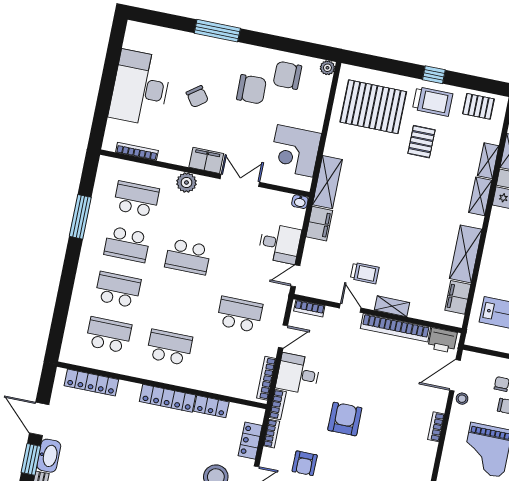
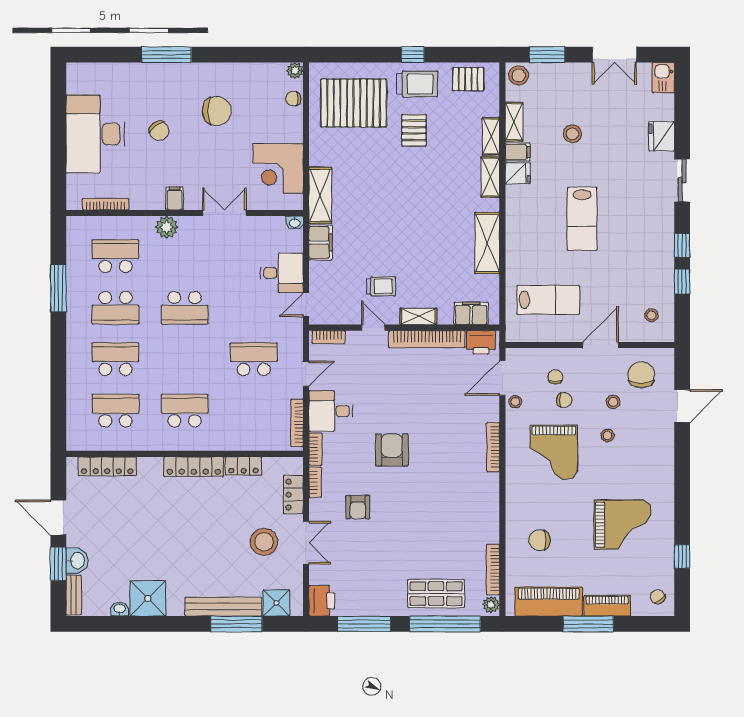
chair: (287, 75) -> (293, 99), moved, width x0.54, depth x0.54
filing cabinet: (206, 160) -> (175, 198), width x0.50
filing cabinet: (458, 297) -> (471, 313), moved, turned 90
bookcase: (436, 427) -> (493, 447), width x1.56
washbasin: (49, 456) -> (77, 561), width x0.72

